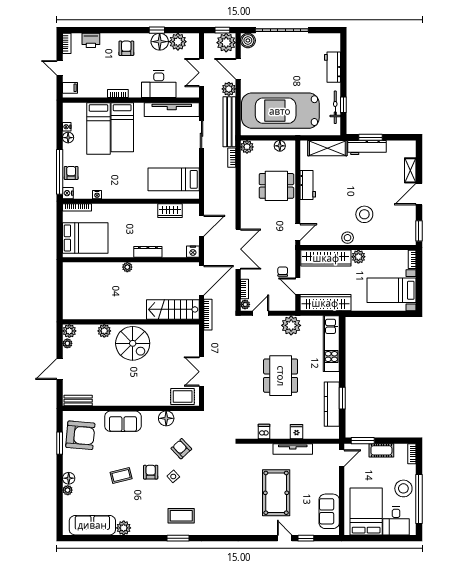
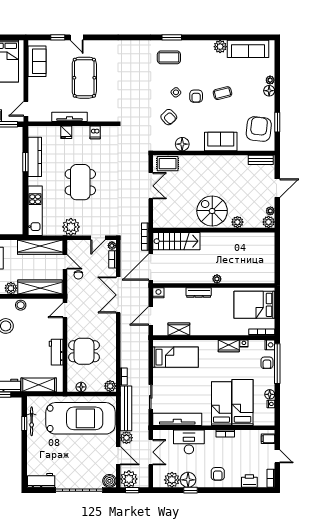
workbench: (333, 67) -> (41, 480), moved, turned -90
wardrobe: (114, 192) -> (229, 346), added
armchair: (80, 435) -> (259, 129), turned 91

